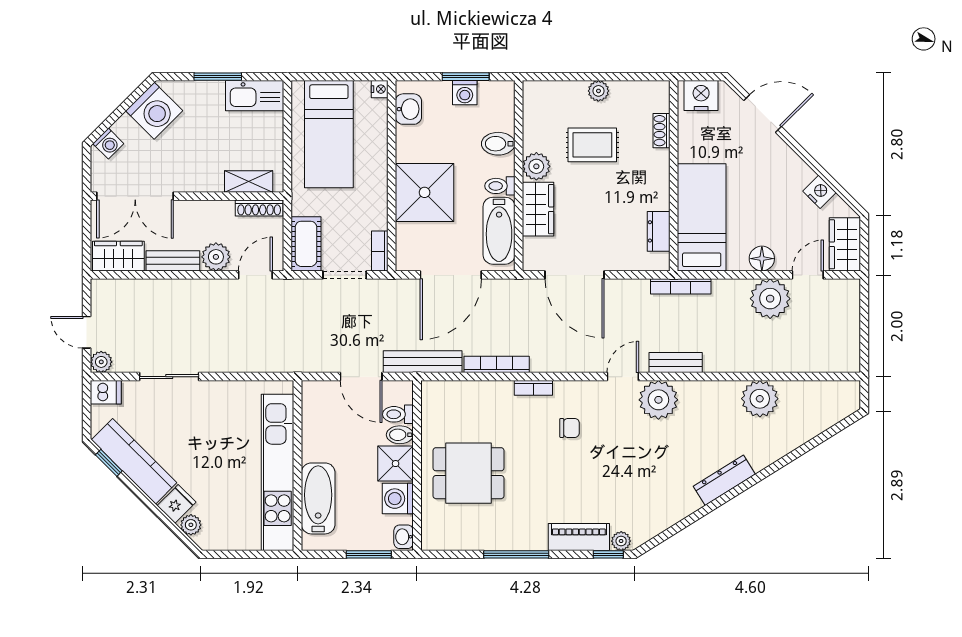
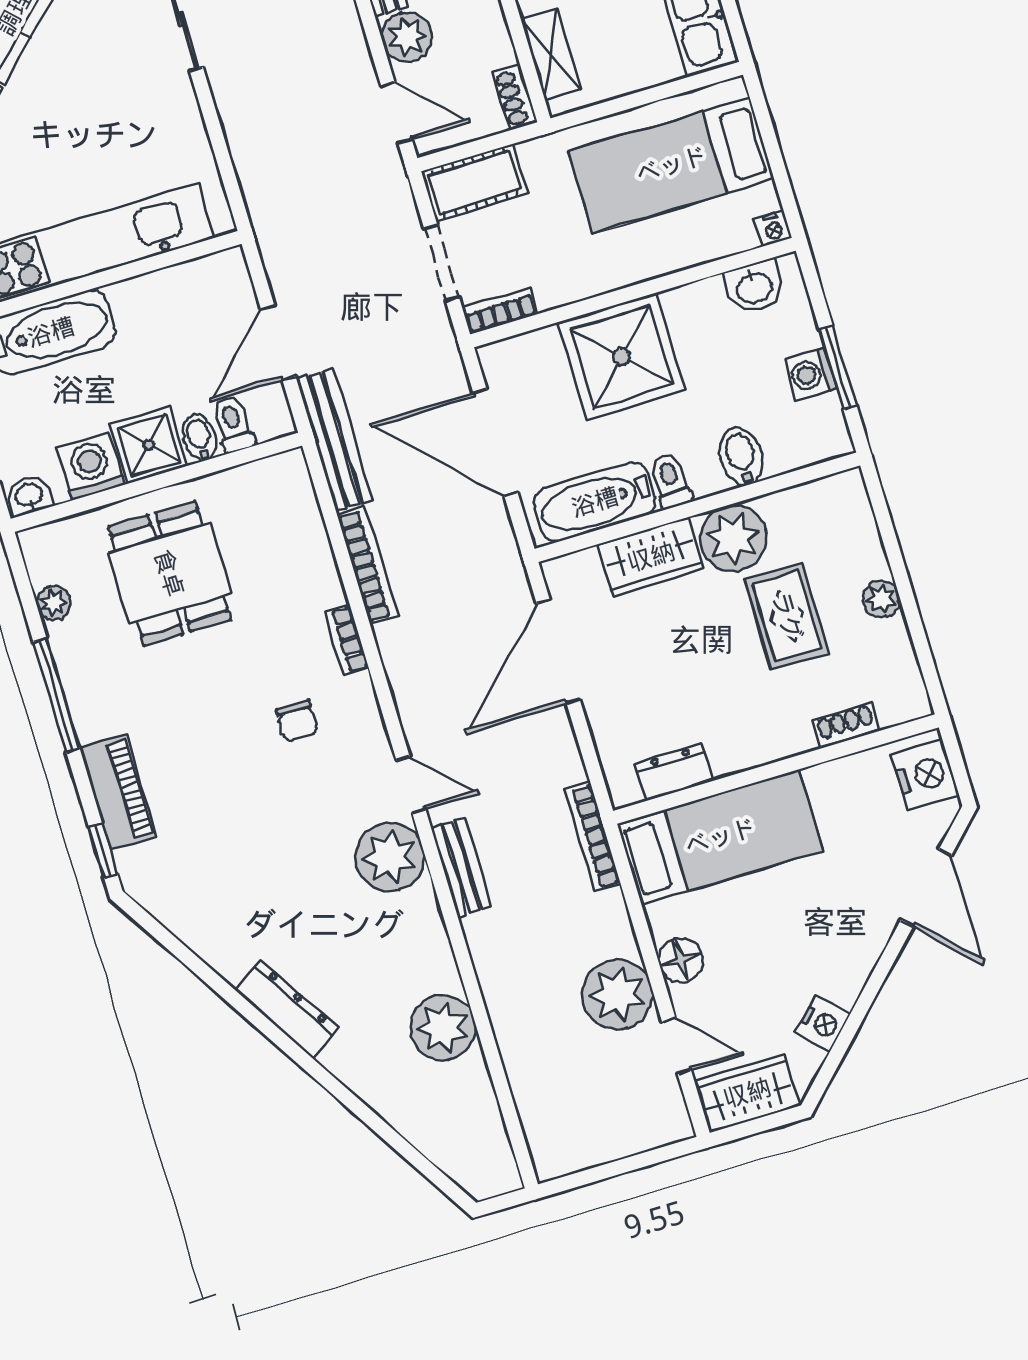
plant: (536, 166) -> (733, 538), width x1.36, depth x1.36
shoe rack: (259, 208) -> (515, 97), width x0.70
plant: (621, 541) -> (53, 603), moved

